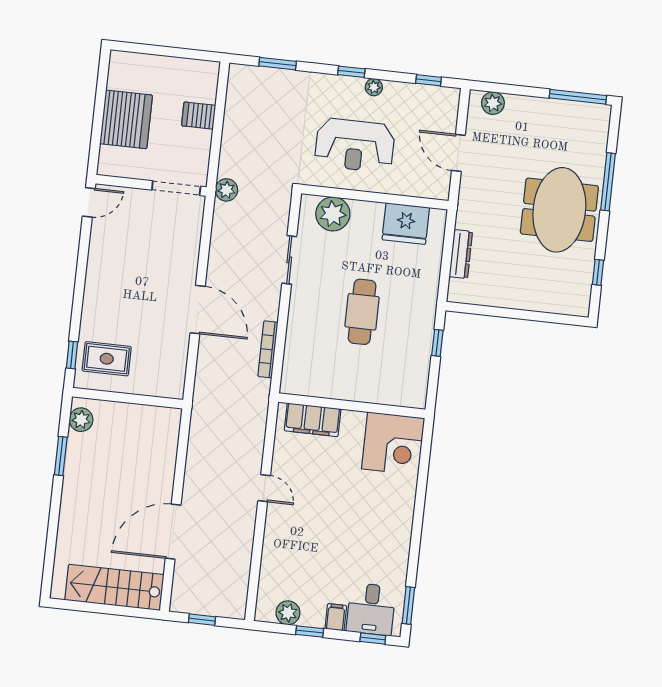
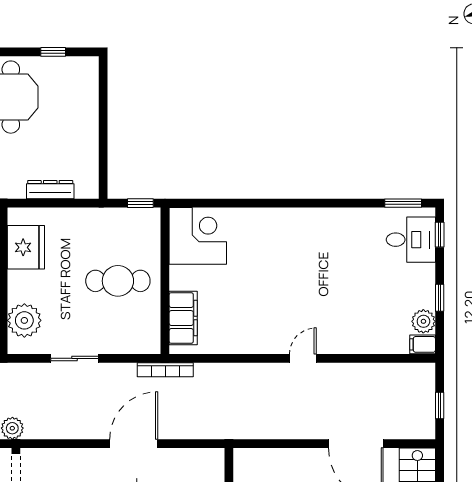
wall: (352, 406) -> (165, 281), moved
filing cabinet: (313, 420) -> (183, 318), moved
corner desk: (393, 443) -> (198, 236), moved
filing cabinet: (336, 617) -> (423, 344), moved

